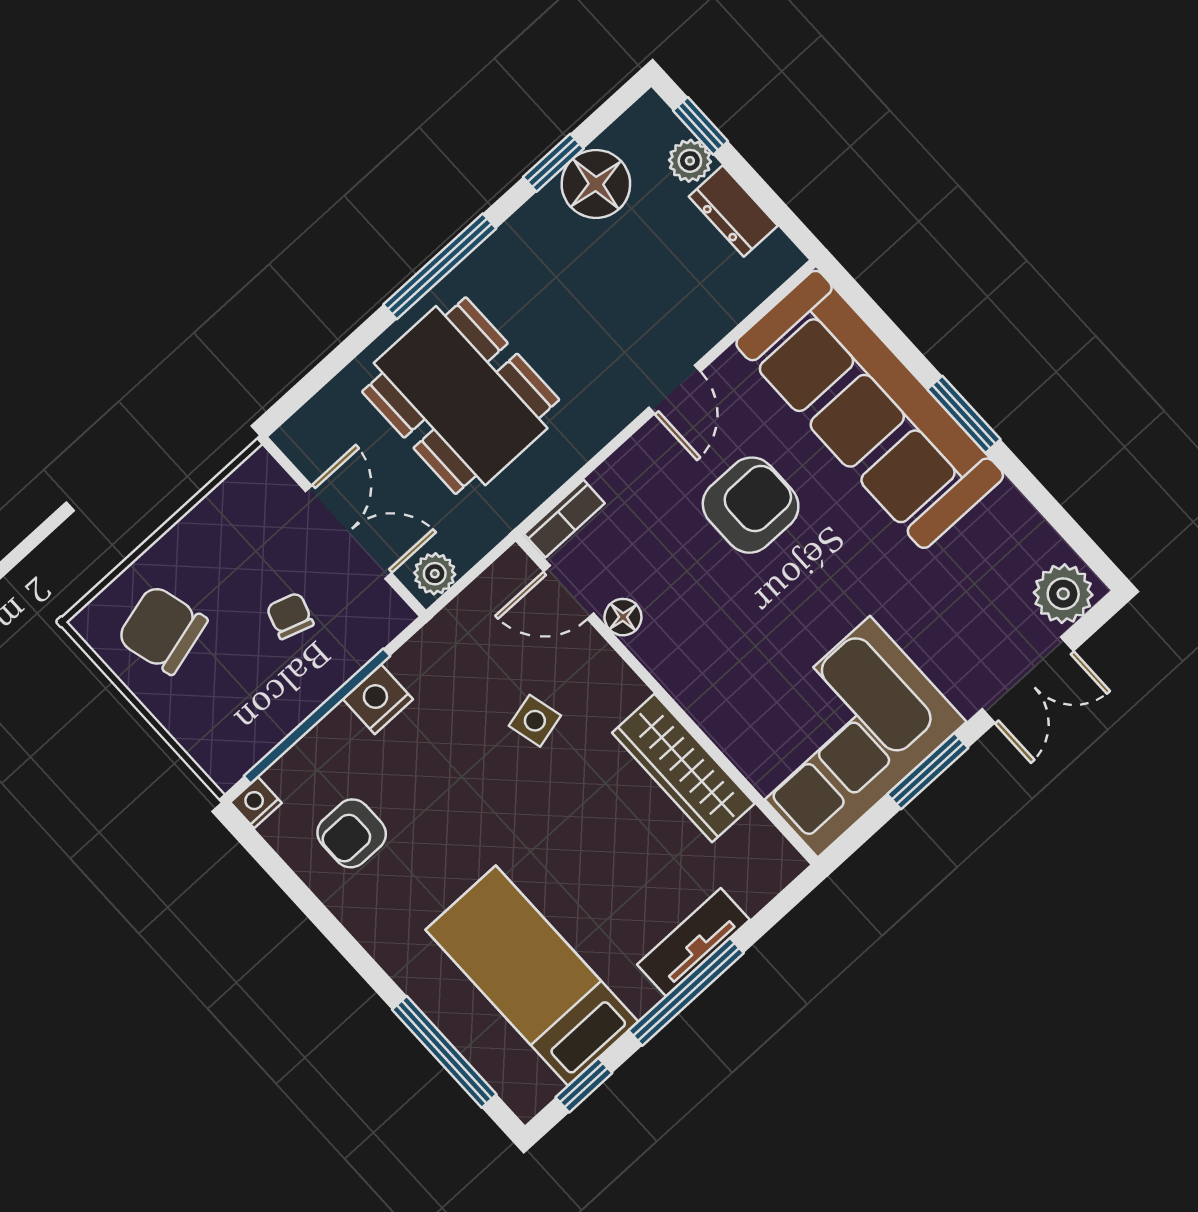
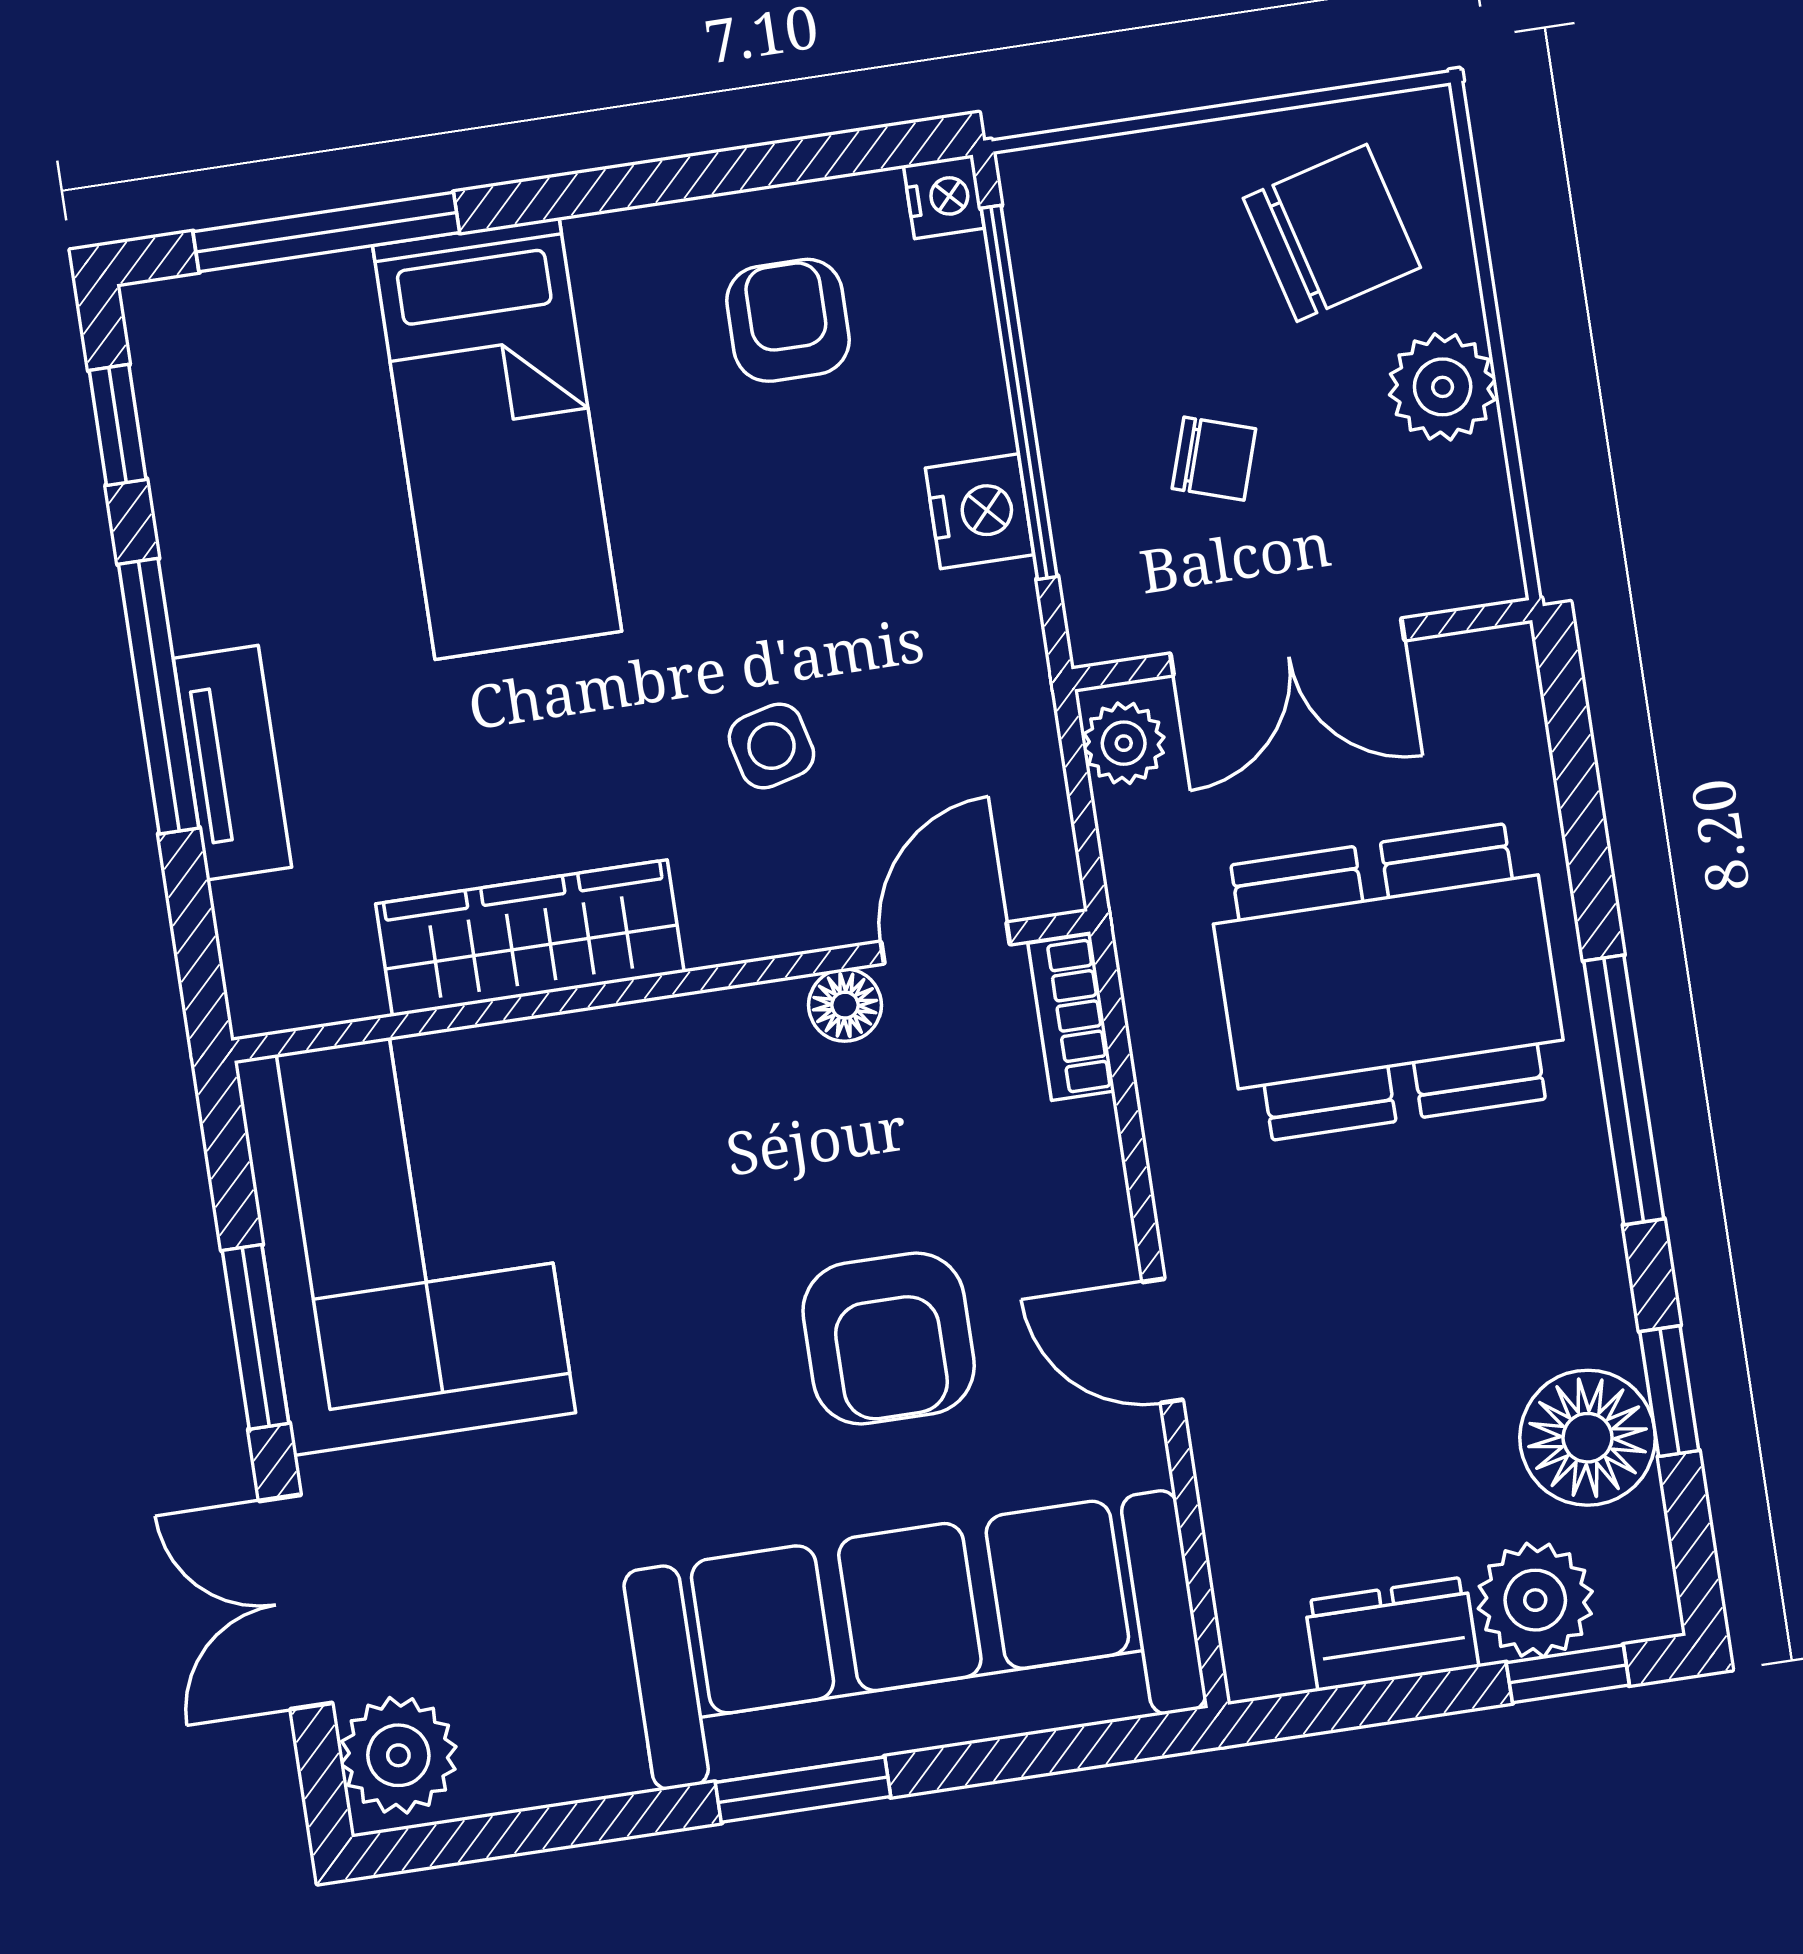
plant: (690, 161) -> (1535, 1600), width x1.38, depth x1.38
plant: (196, 540) -> (1443, 387), added
bed: (532, 976) -> (497, 438), moved, turned 90

